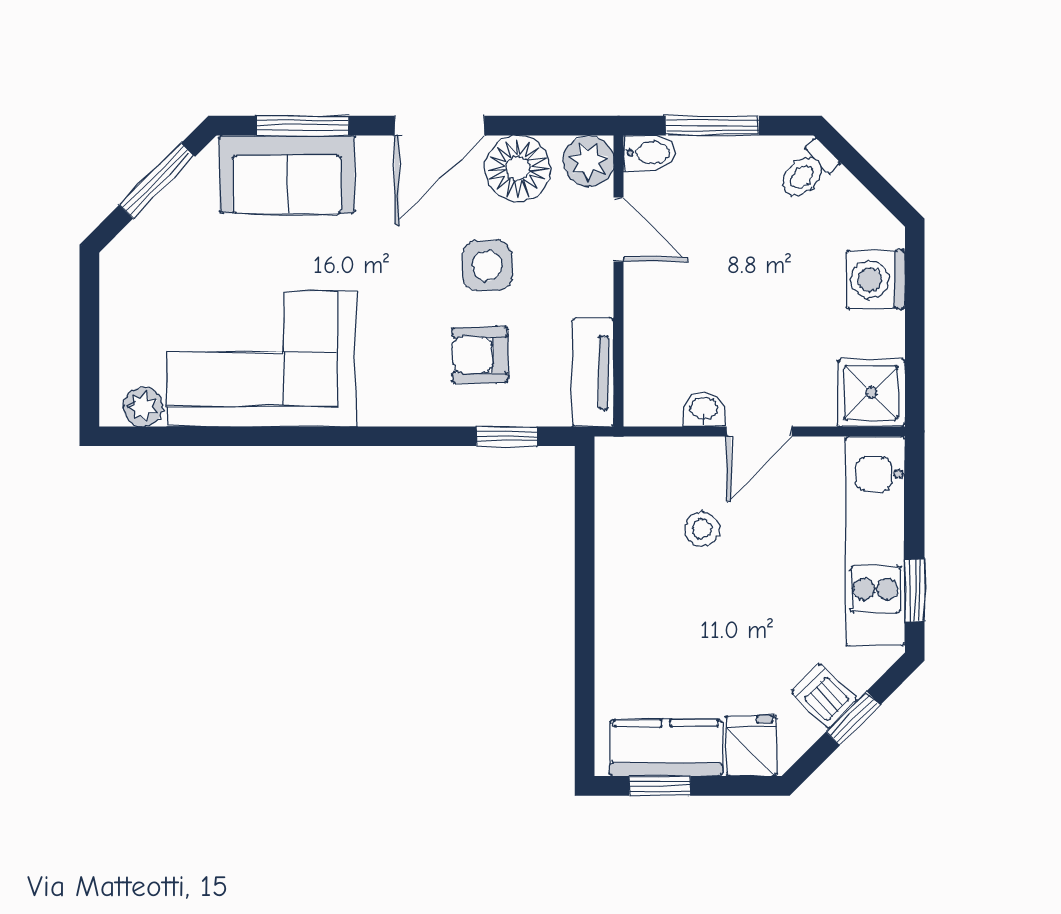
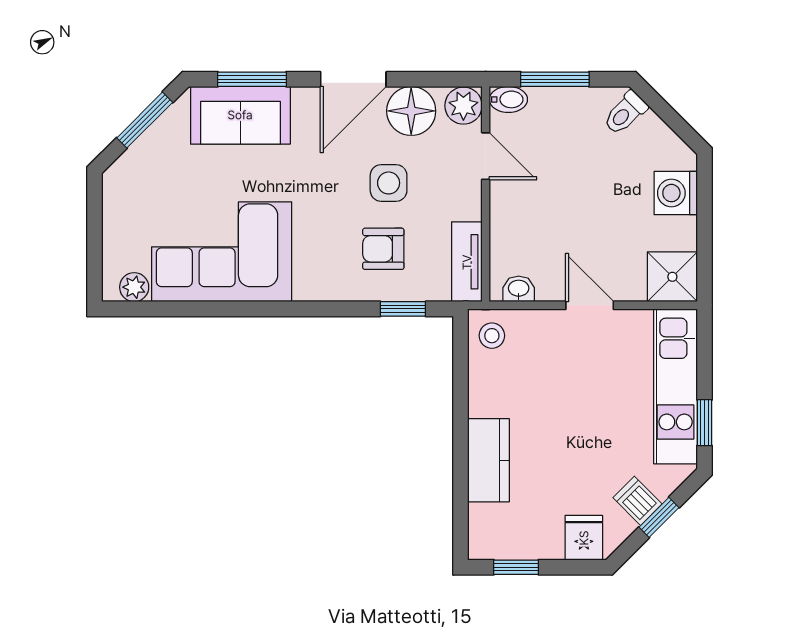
washbasin: (704, 409) -> (519, 289), moved
door: (759, 431) -> (590, 305), swing flipped
stool: (702, 529) -> (492, 336), moved
kitchen counter: (666, 748) -> (488, 460), moved, turned 90

